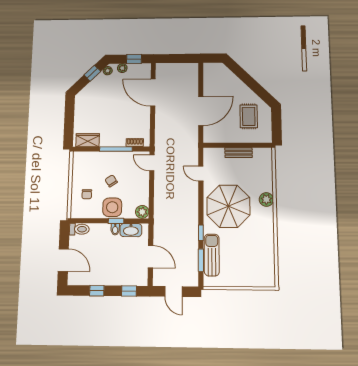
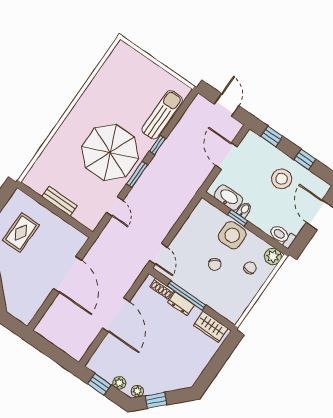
door: (153, 92) -> (116, 315), moved
door: (201, 111) -> (68, 274), swing flipped
dresser: (116, 142) -> (181, 304), added
plant: (266, 199) -> (66, 132), removed
plant: (142, 212) -> (273, 256), moved
sun lounger: (212, 255) -> (162, 115), turned 180
window: (201, 260) -> (137, 174), moved
stool: (104, 267) -> (282, 179), added

